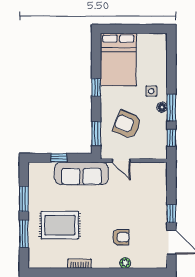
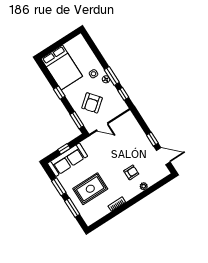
armchair: (127, 125) -> (92, 103), turned -61
sofa: (81, 173) -> (68, 160), moved

